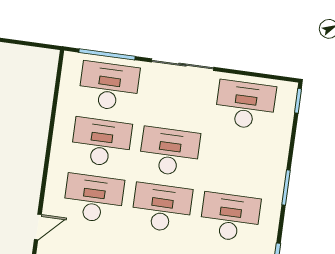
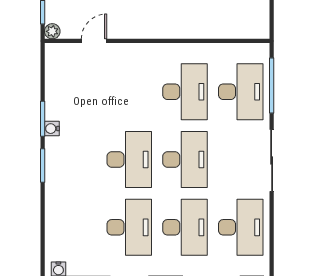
desk: (94, 198) -> (185, 227), moved
door: (38, 227) -> (94, 41), swing flipped

